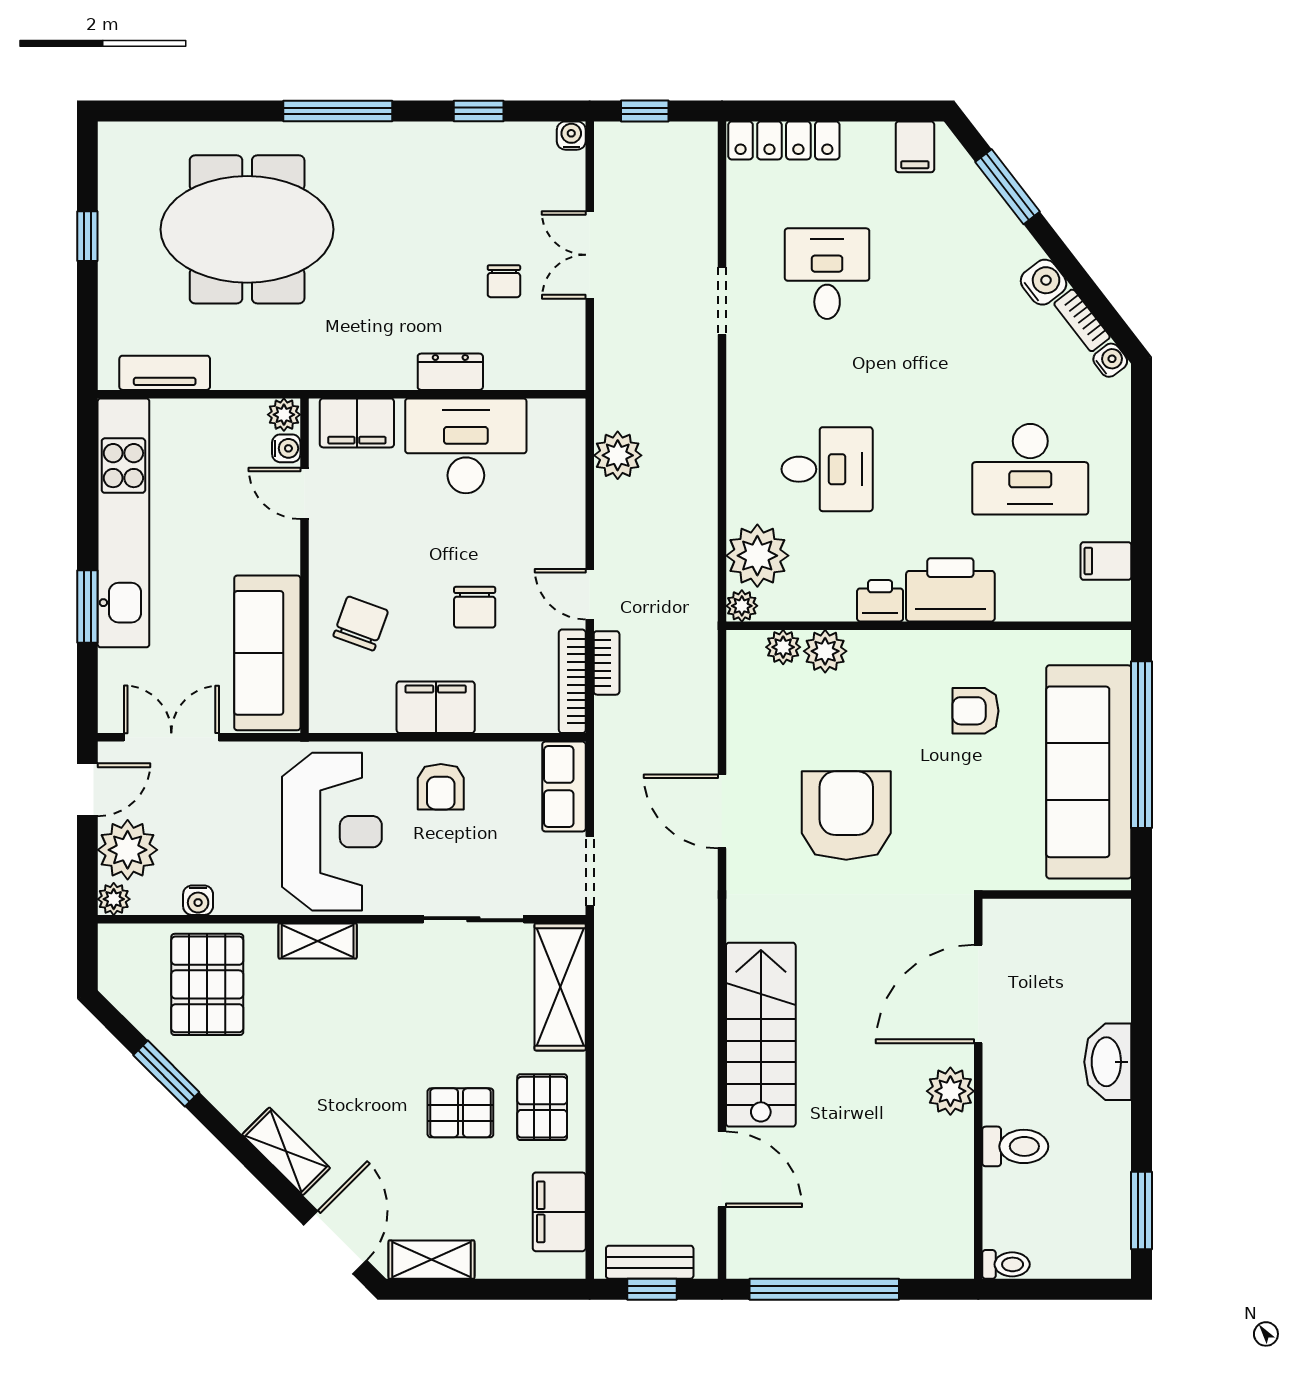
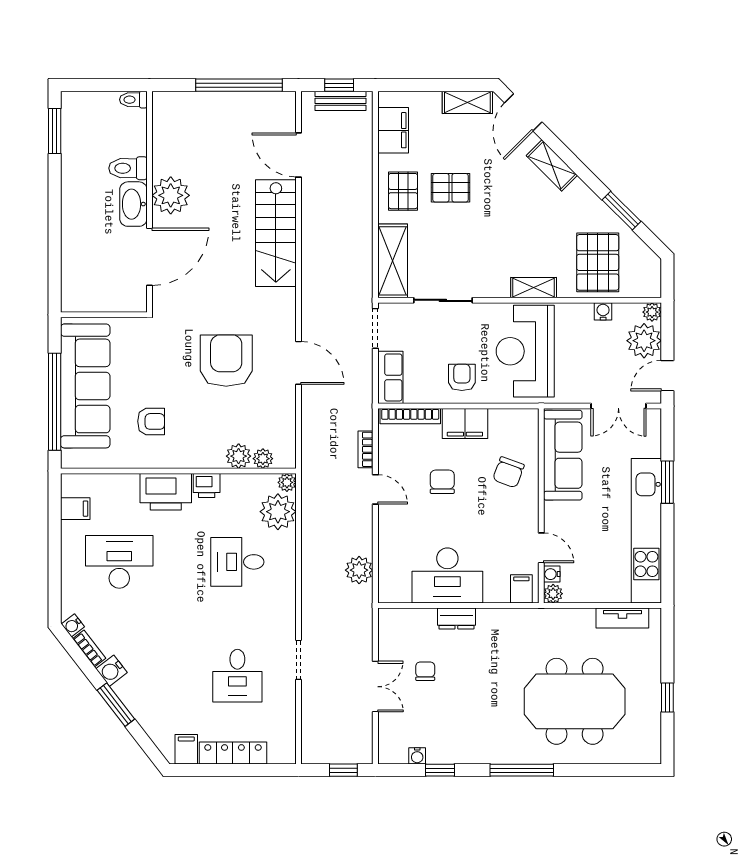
water cooler: (571, 136) -> (417, 756), moved
locker: (784, 140) -> (233, 753), moved
window: (1008, 187) -> (116, 705), moved
filing cabinet: (357, 423) -> (521, 589), width x0.50
bookcase: (572, 681) -> (410, 416), moved, turned 90
armchair: (846, 816) -> (226, 361), turned 180
washbasin: (1108, 1062) -> (133, 204), moved, turned 180
plant: (950, 1091) -> (171, 195), width x1.36, depth x1.36

